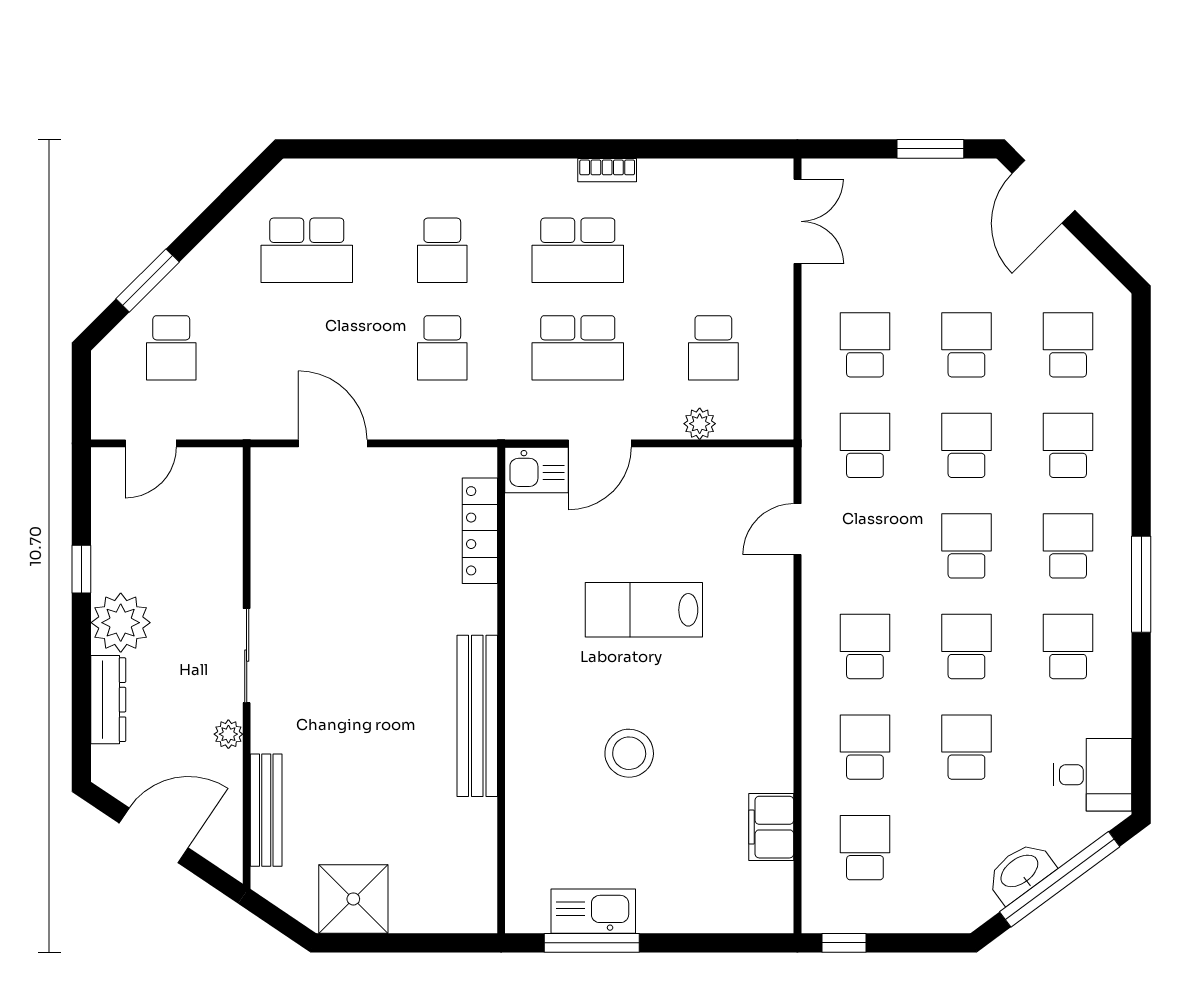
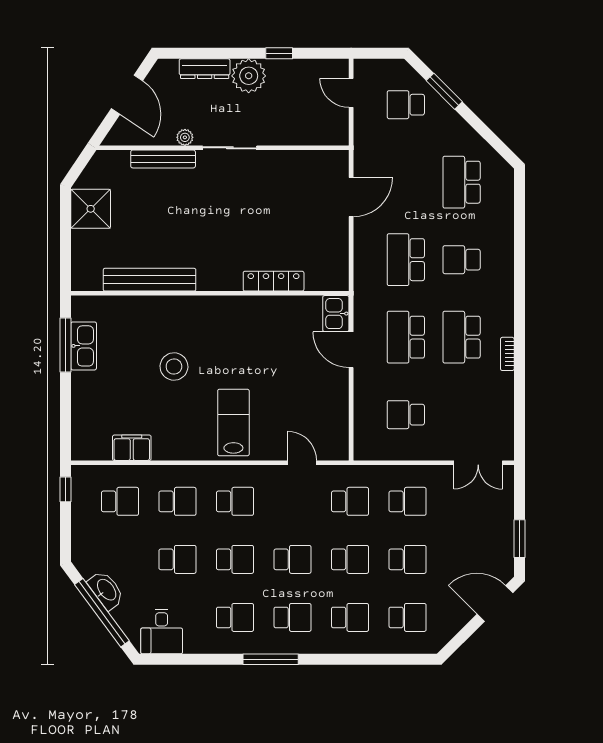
school desk: (442, 348) -> (406, 260), width x1.85
plant: (700, 424) -> (362, 407), removed
locker: (480, 531) -> (274, 281), moved
lab bench: (644, 610) -> (233, 423), moved
bench: (477, 716) -> (150, 280), moved
bench: (266, 810) -> (163, 159), moved

